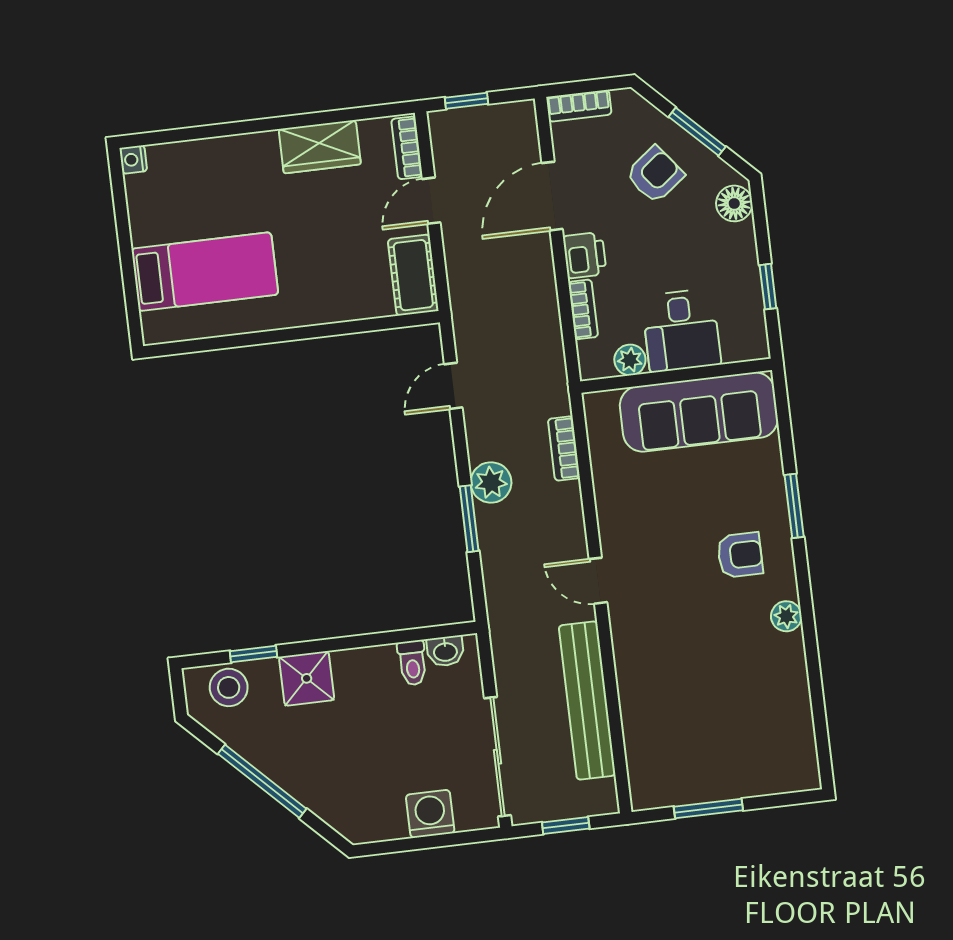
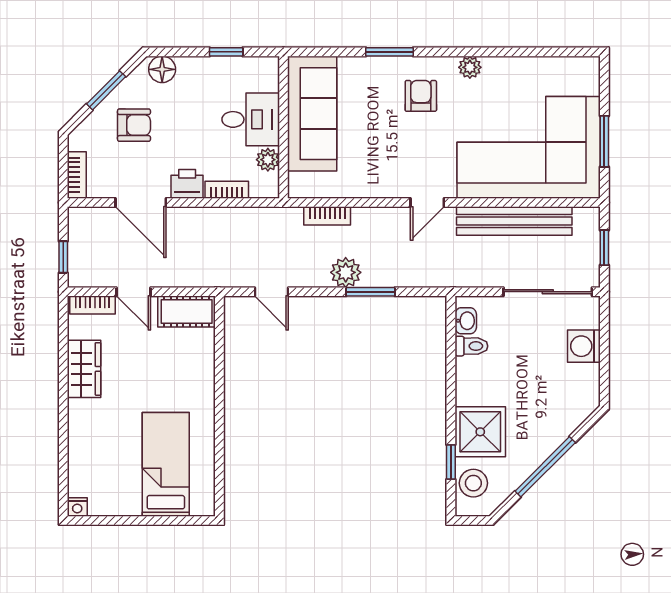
armchair: (655, 175) -> (134, 125), turned 128
shower: (307, 678) -> (480, 432), width x1.36, depth x1.36
corner sofa: (688, 708) -> (529, 147), added

